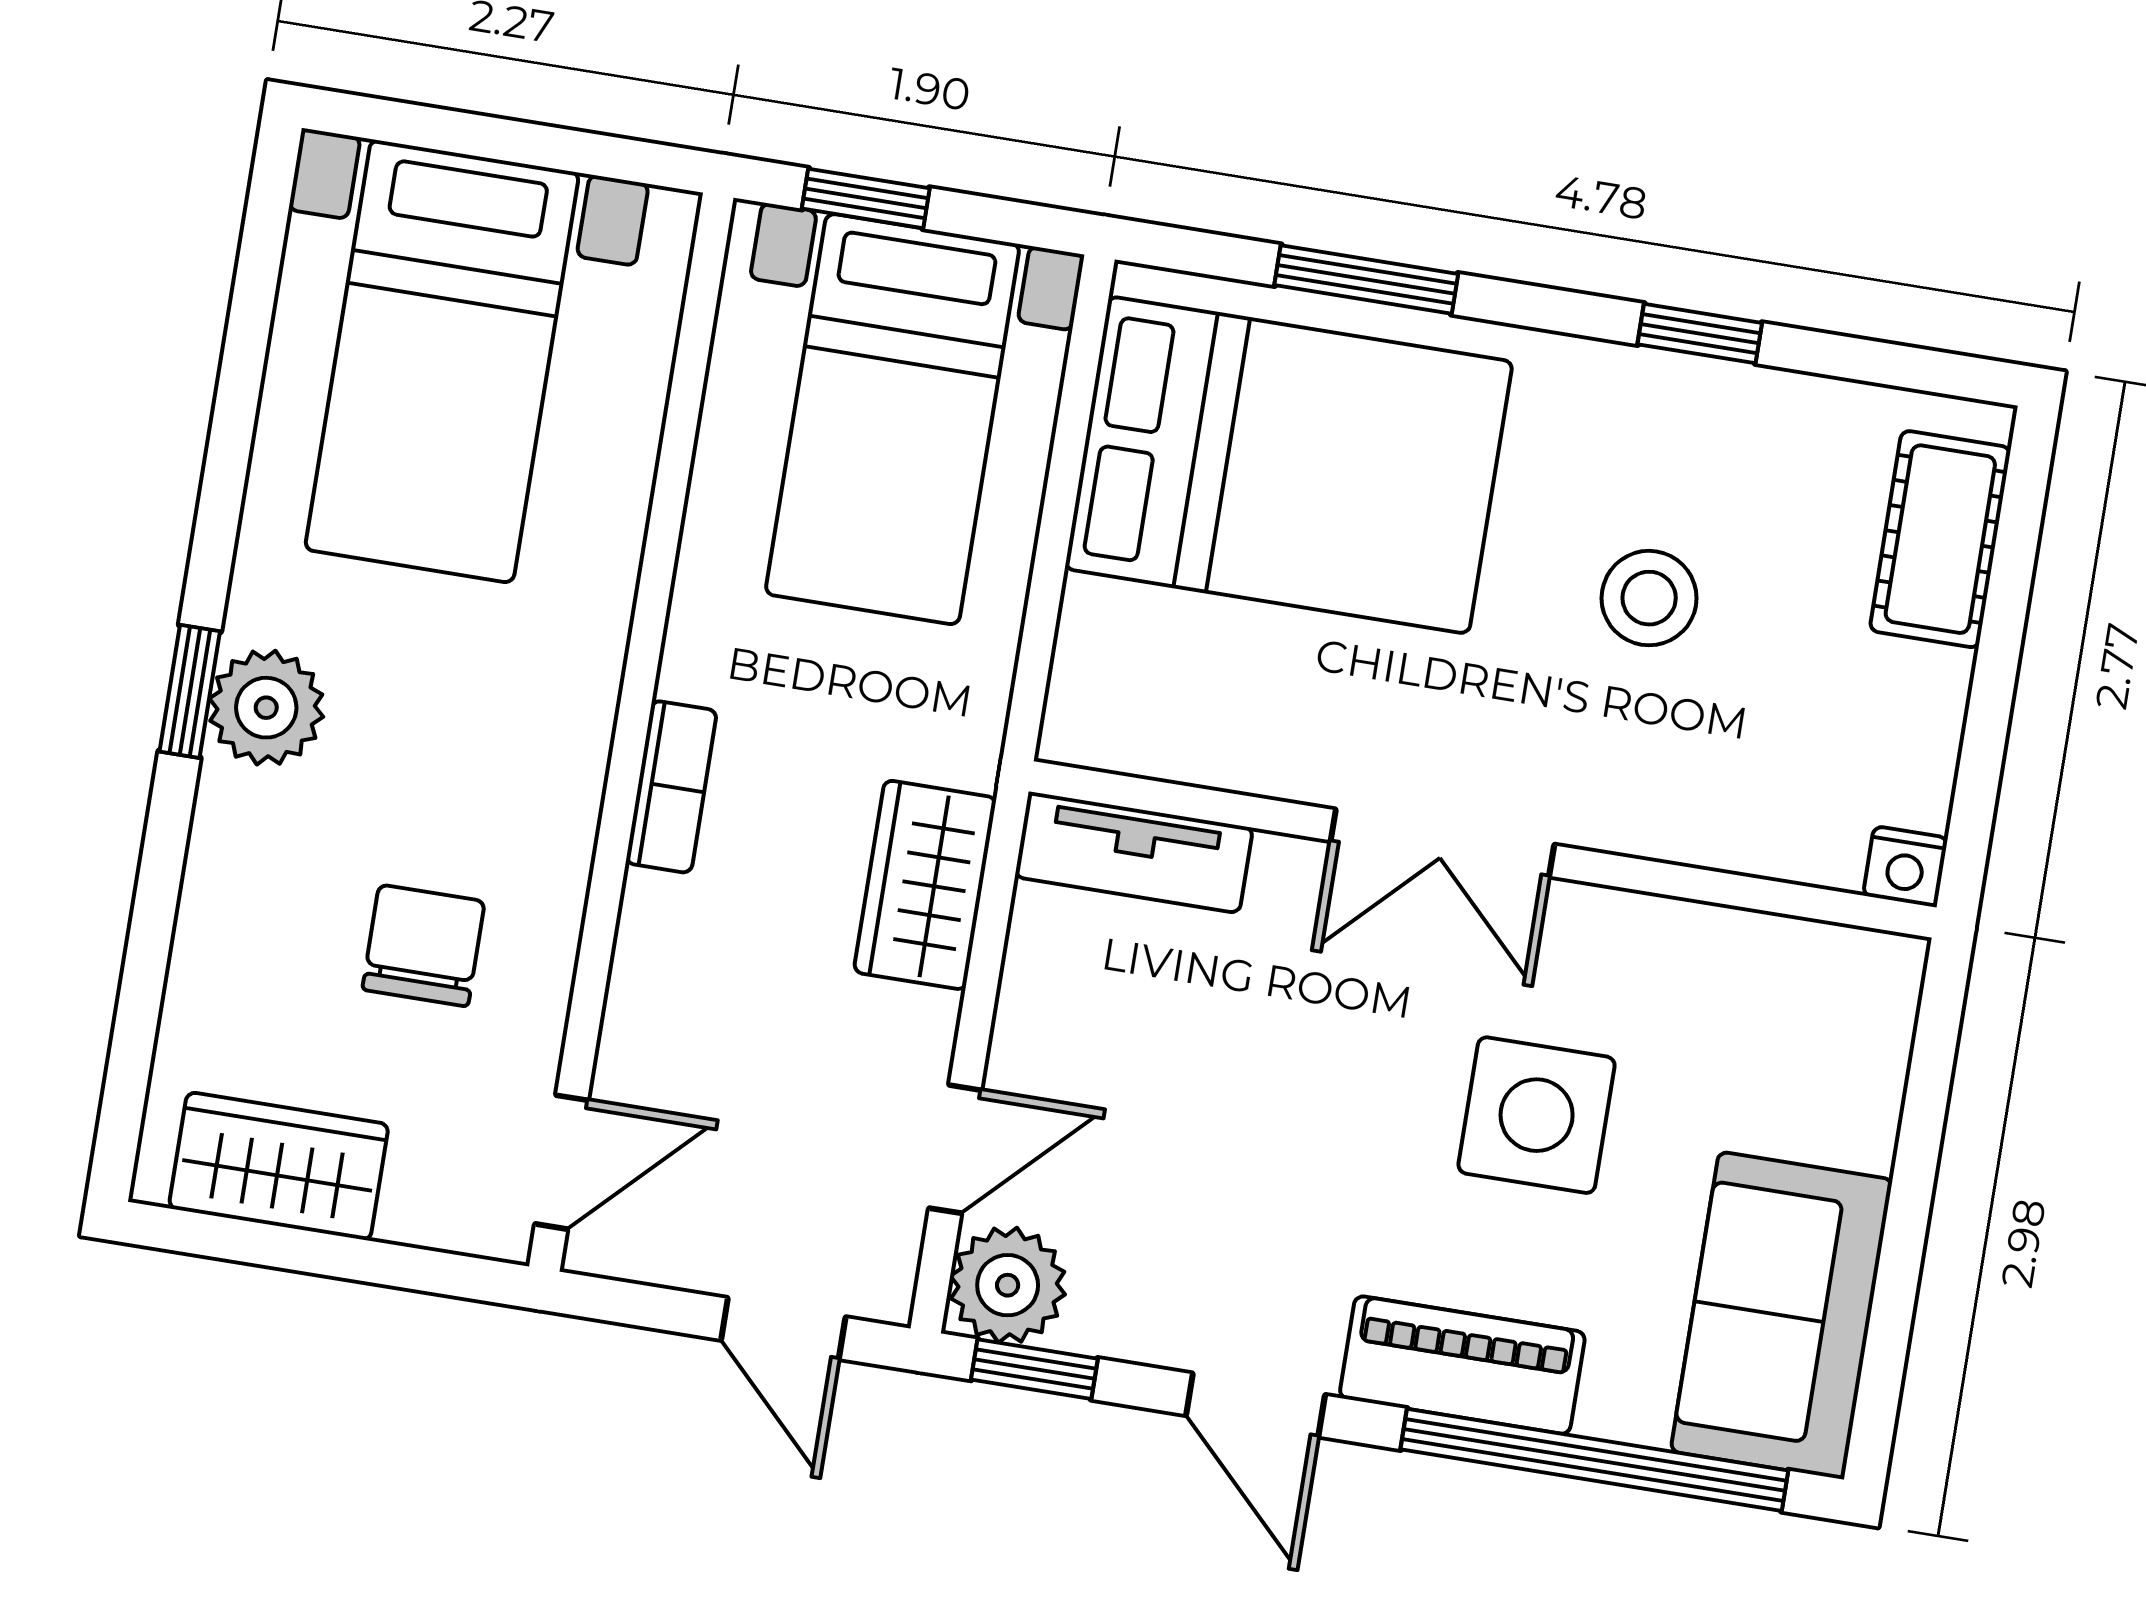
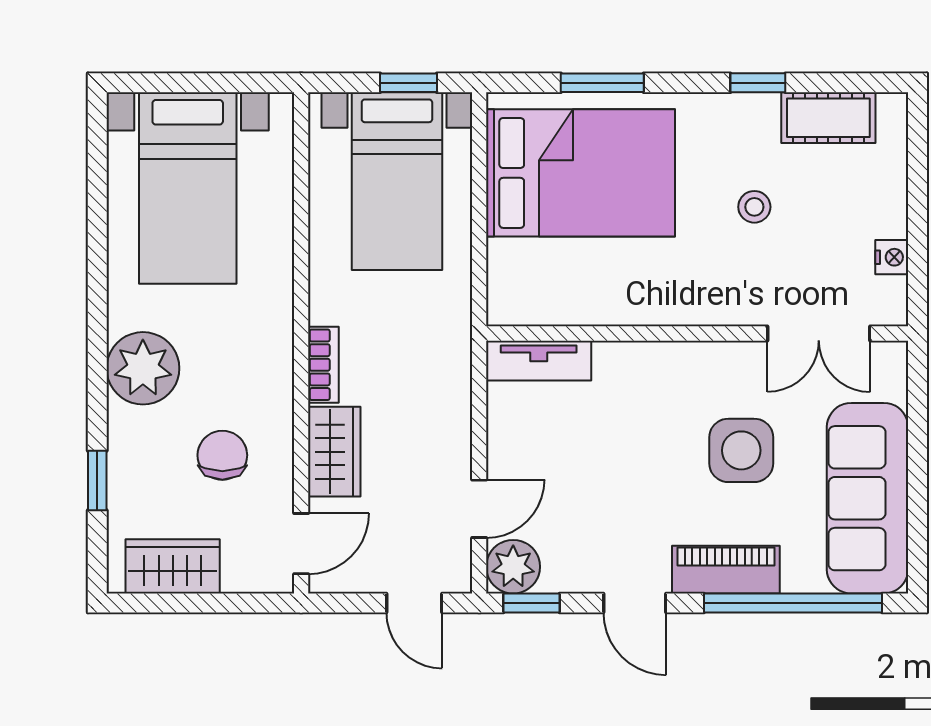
window: (866, 198) -> (409, 83), moved
cot: (1940, 539) -> (828, 118), moved, turned 90
stool: (1649, 598) -> (754, 207), width x0.73, depth x0.73
window: (190, 691) -> (97, 480), moved
plant: (266, 708) -> (143, 368), width x1.36, depth x1.36
double door: (1442, 843) -> (819, 334), moved
nightstand: (1905, 867) -> (892, 257), moved, turned -90
wardrobe: (925, 885) -> (334, 452), moved, turned 180
sofa: (1782, 1315) -> (867, 498), width x1.36

